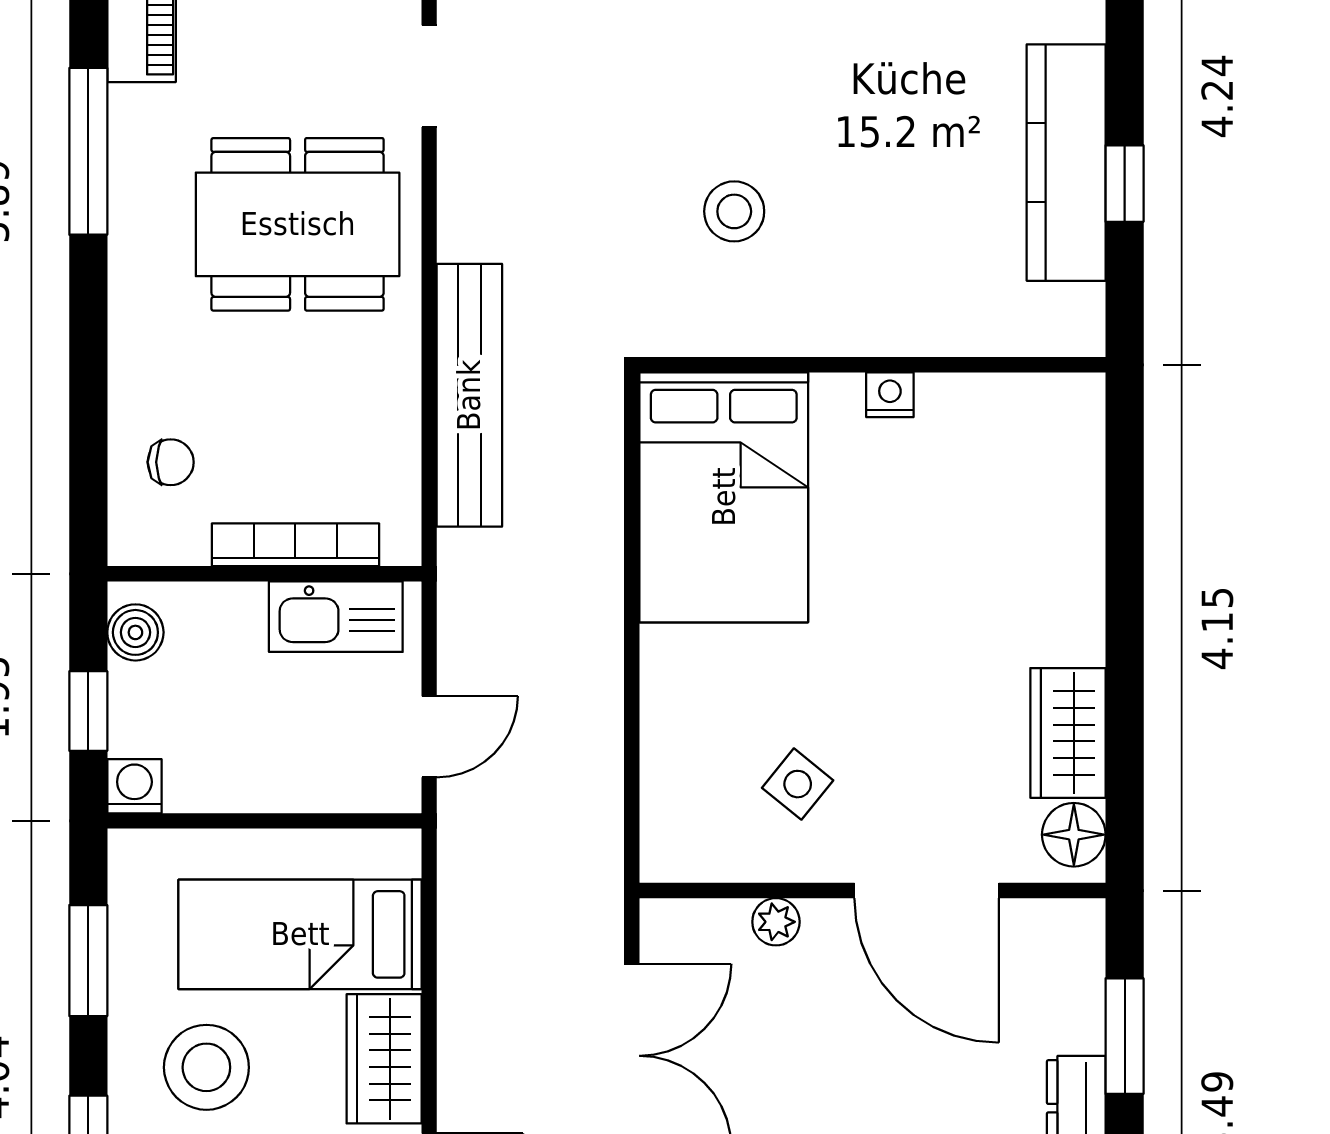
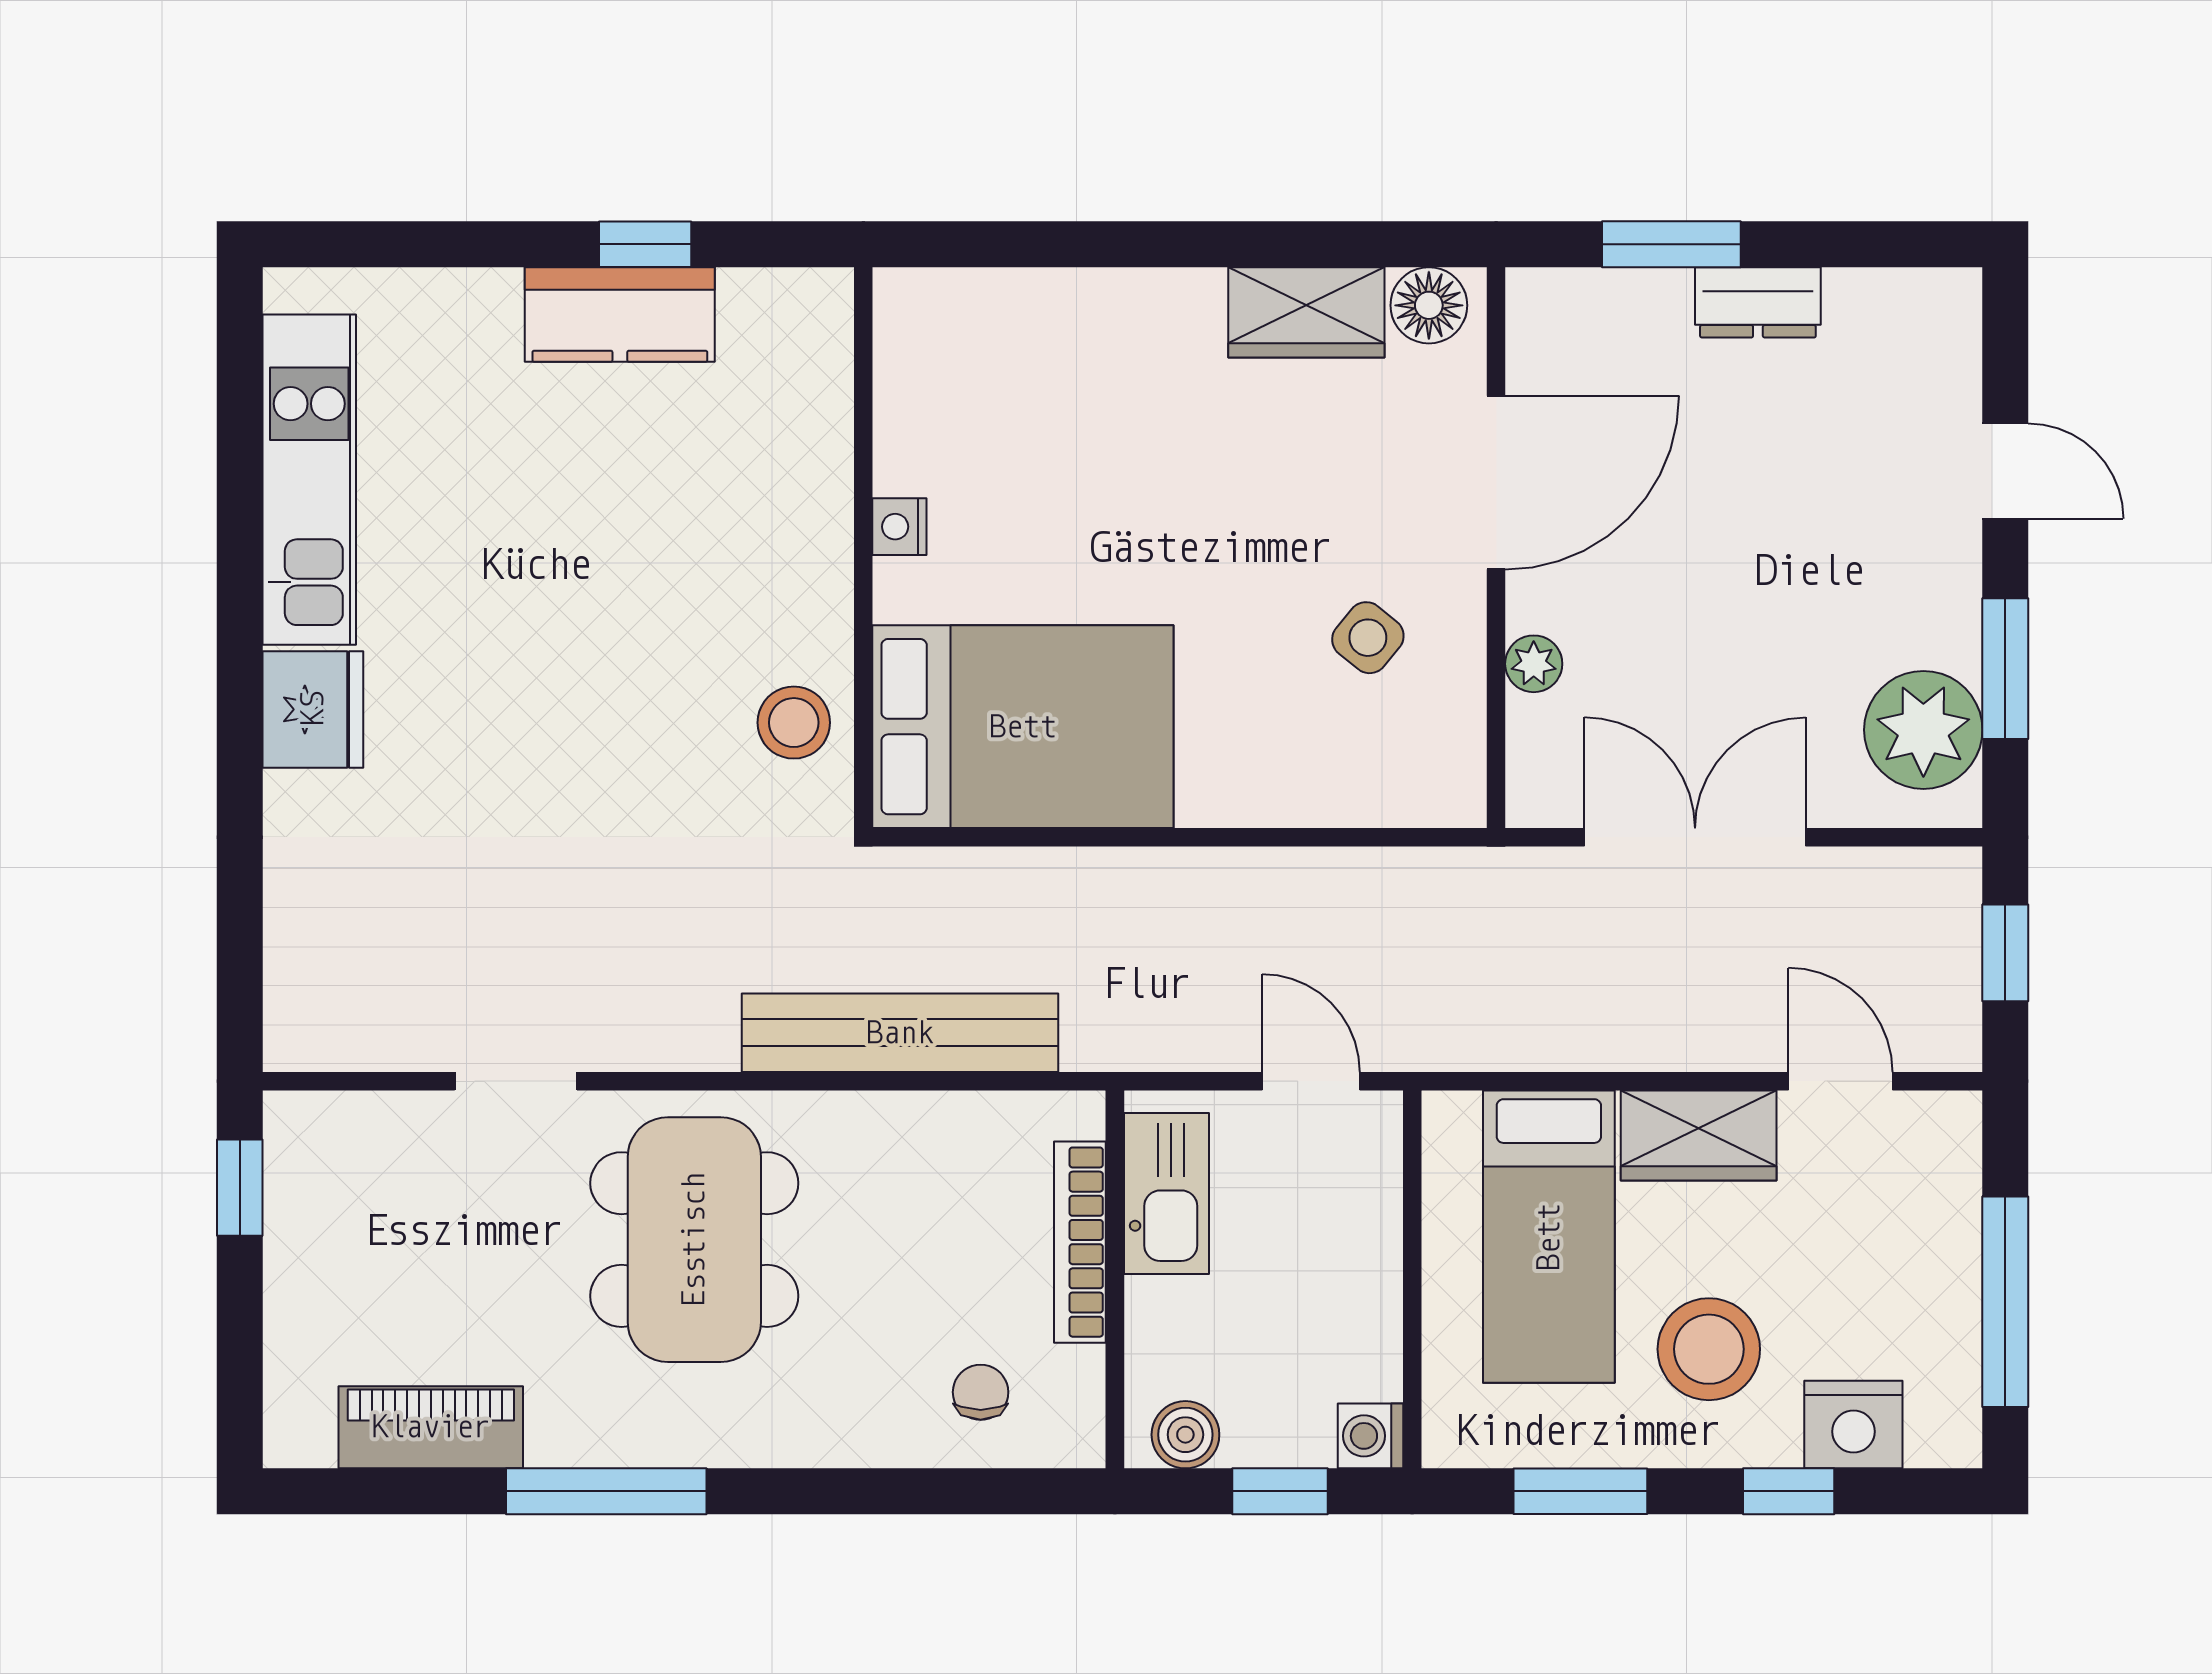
kitchen counter: (1066, 163) -> (620, 314), width x0.67
stool: (734, 211) -> (794, 723), moved

